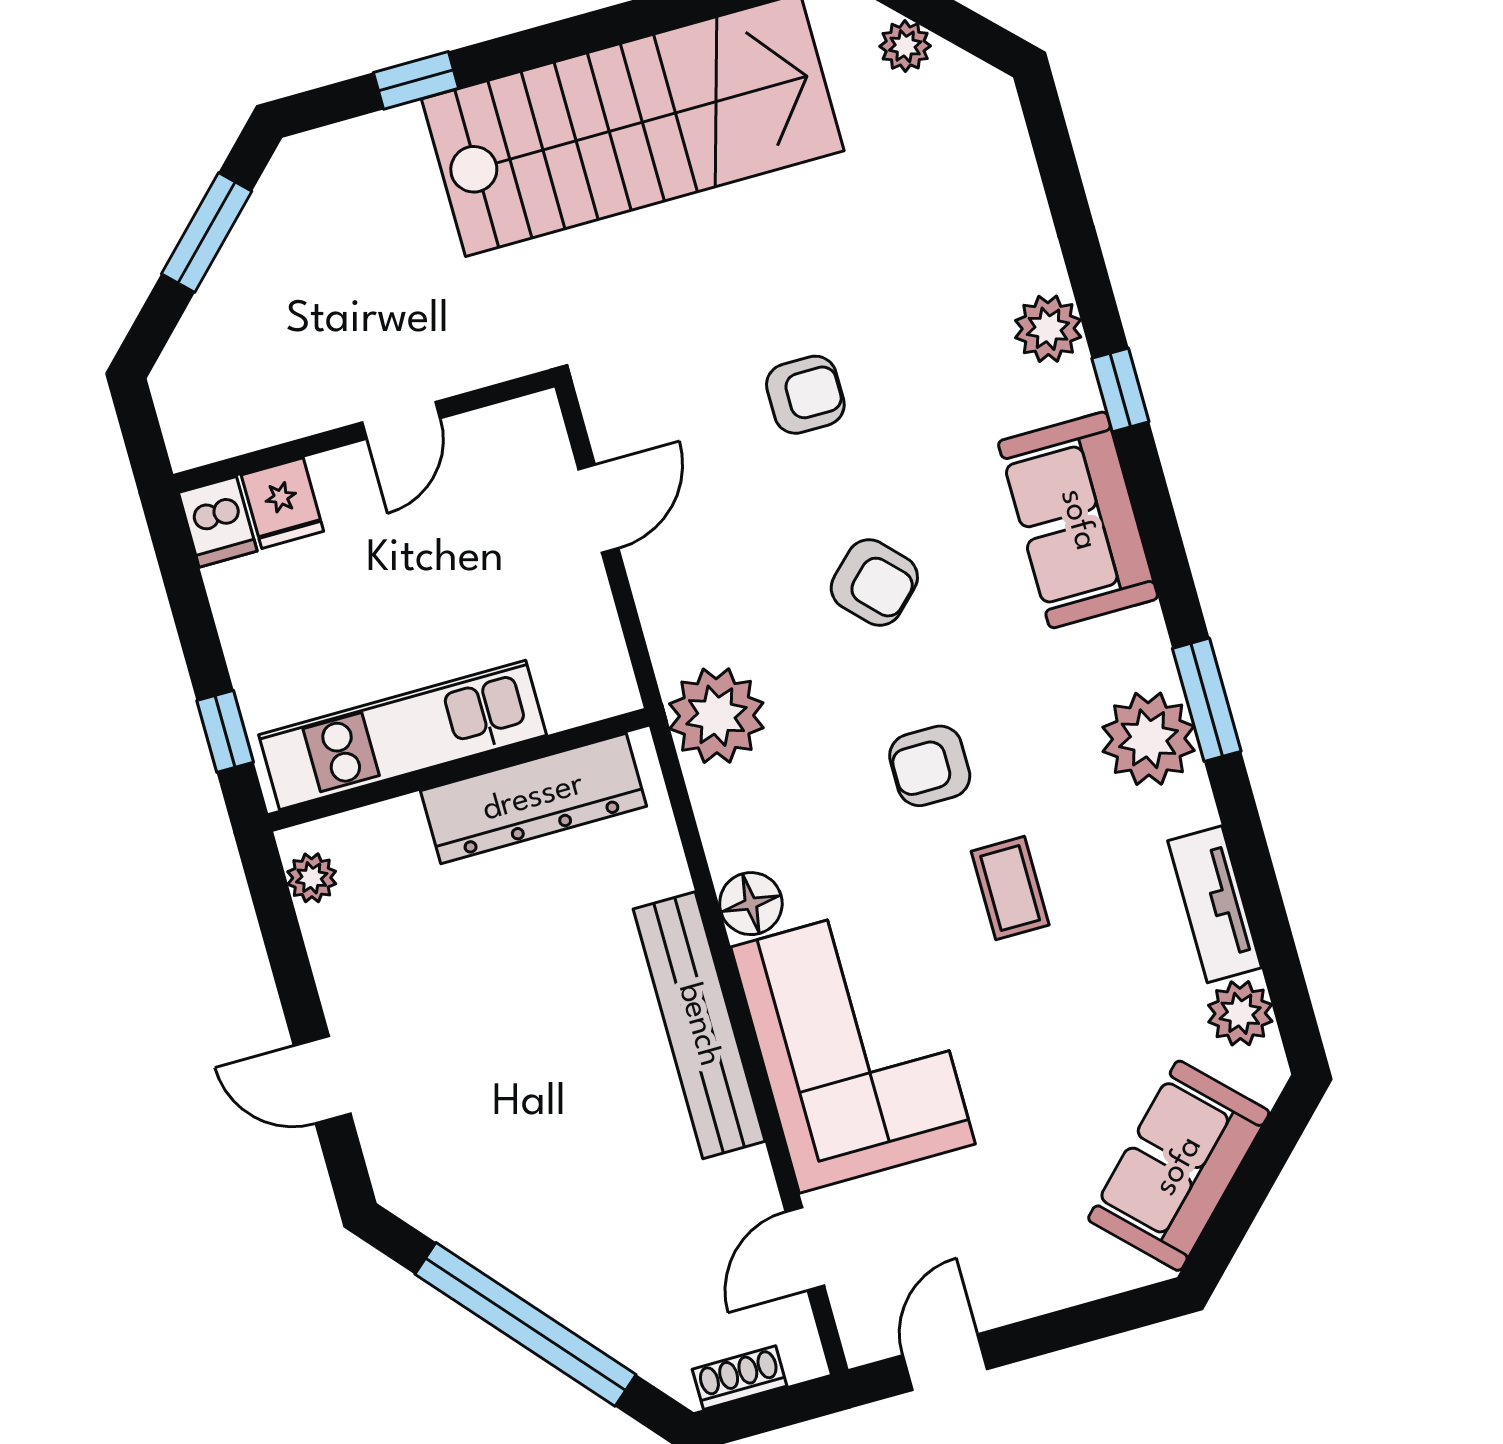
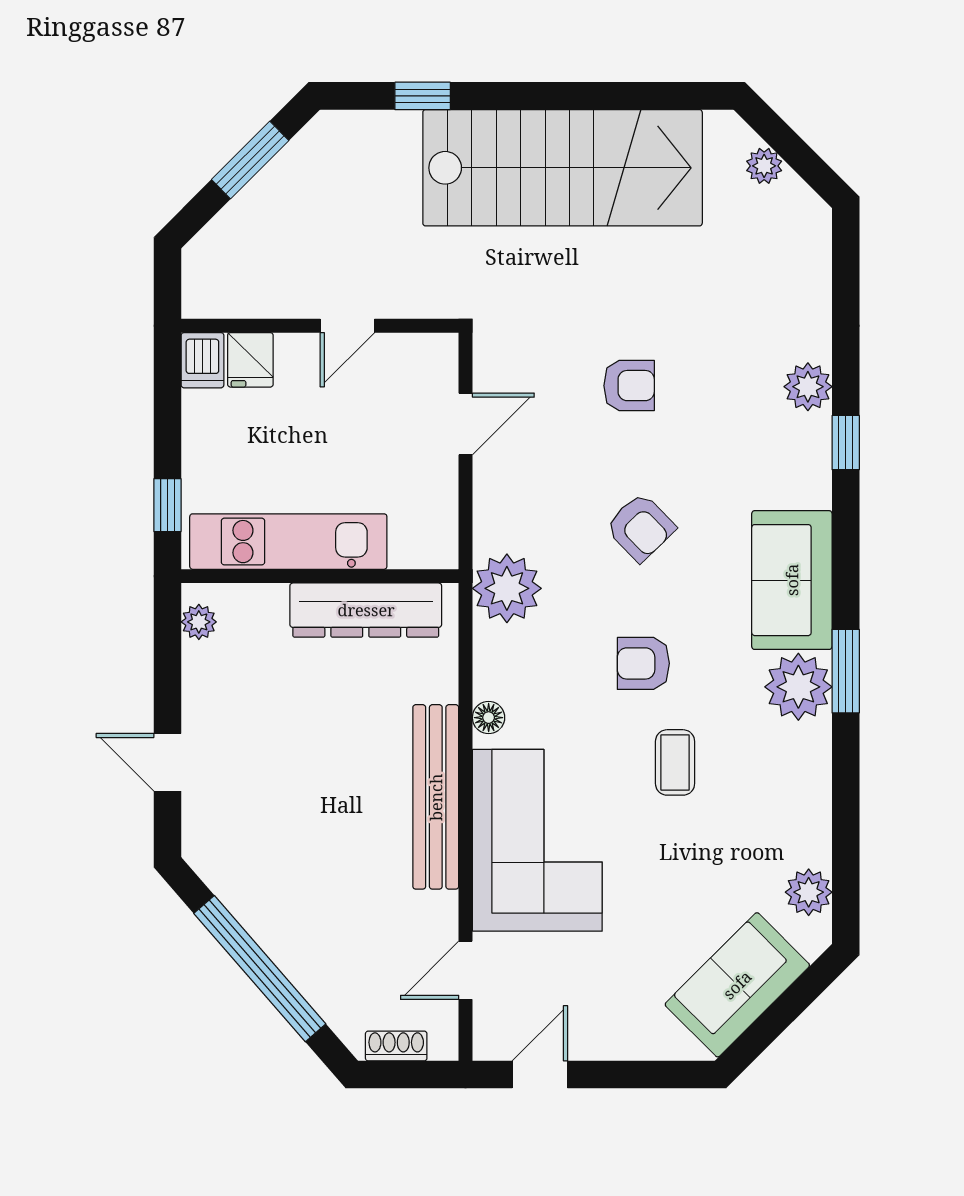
sofa: (1078, 520) -> (792, 580), moved
floor lamp: (751, 904) -> (489, 718), width x0.73, depth x0.73
tv unit: (1215, 904) -> (812, 813), removed

